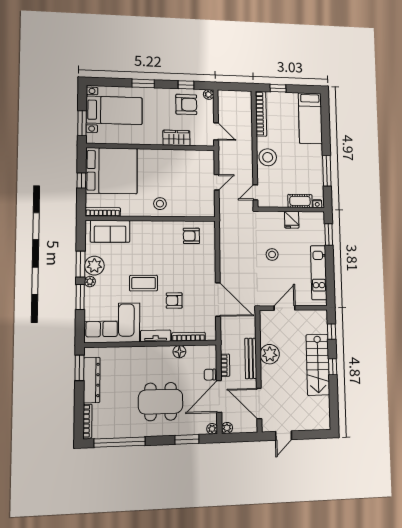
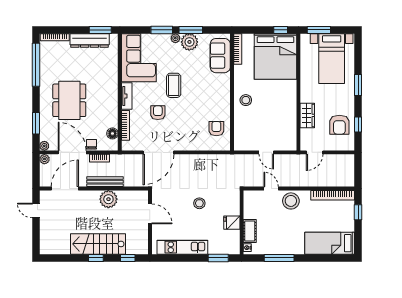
plant: (209, 95) -> (350, 146), removed
window: (81, 180) -> (281, 30), moved
door: (255, 192) -> (271, 189), moved
floor lamp: (179, 352) -> (112, 133), moved

